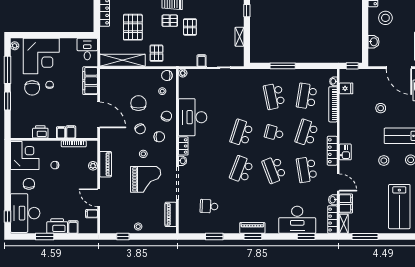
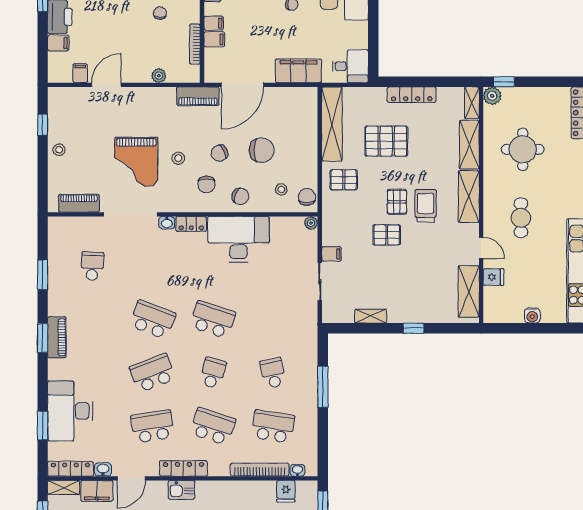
school desk: (274, 96) -> (273, 373), width x0.54
piano: (106, 164) -> (198, 96), moved

